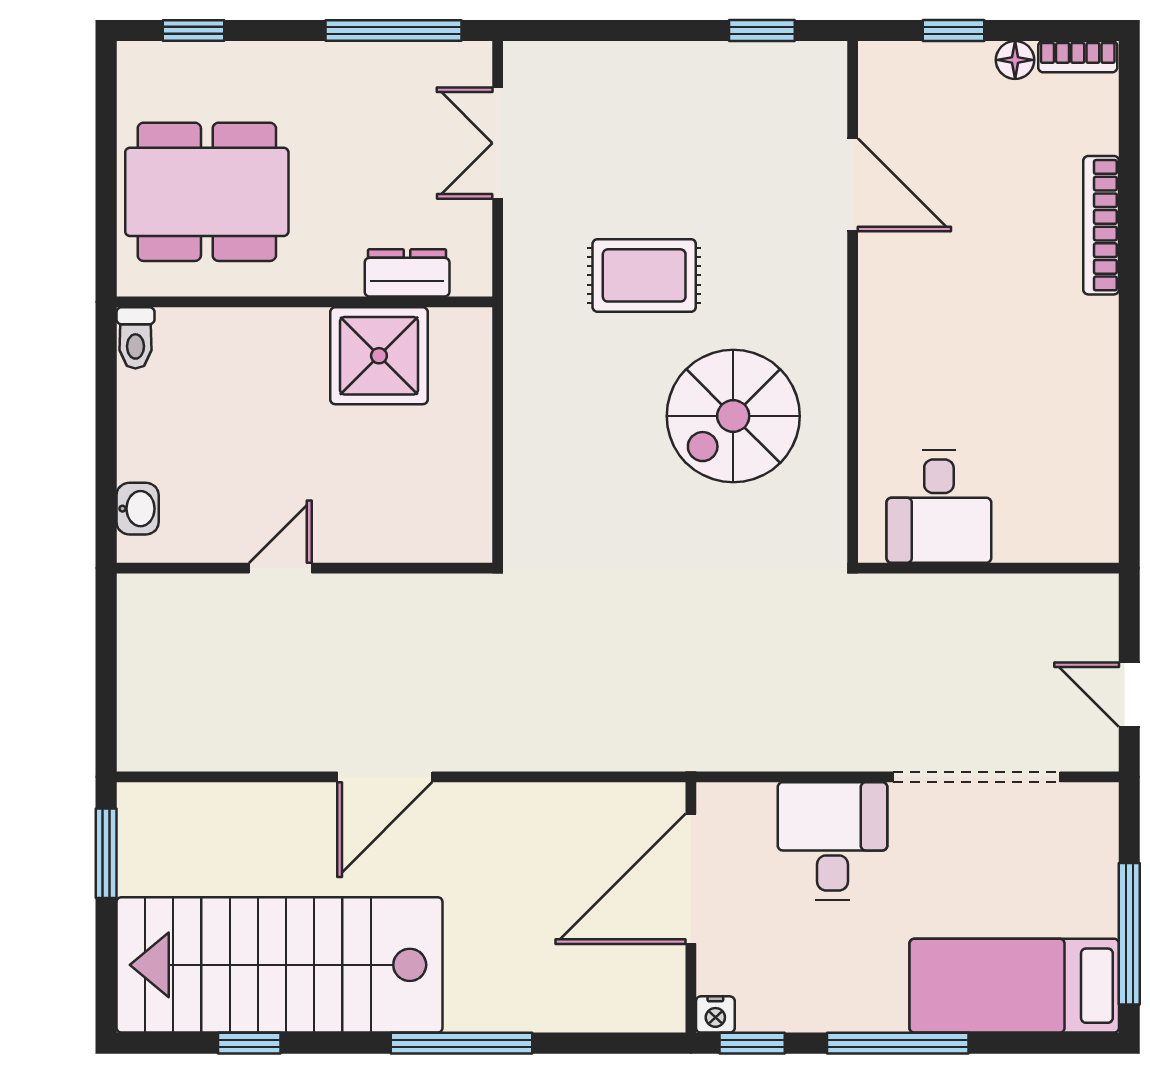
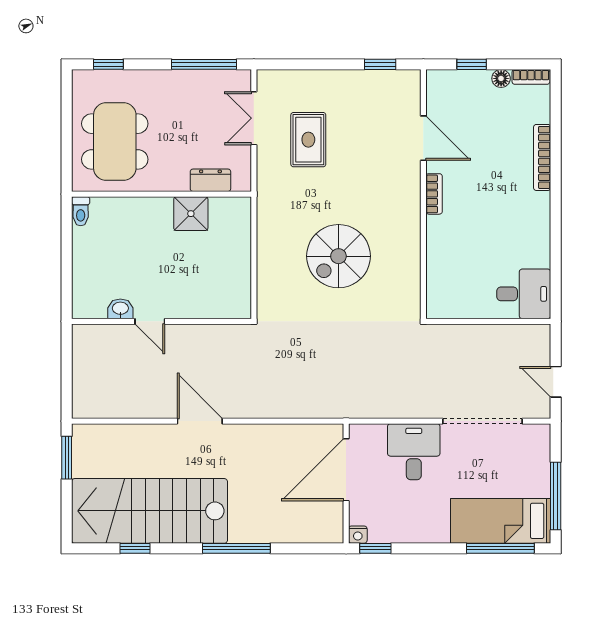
dining table: (207, 192) -> (115, 142), turned 90
rug: (644, 275) -> (308, 140), moved, turned 90
bookcase: (875, 302) -> (434, 194), added
shower: (379, 356) -> (191, 214), width x0.73, depth x0.73
spiral stairs: (733, 416) -> (338, 256), moved
desk: (939, 507) -> (524, 294), moved, turned -90
washbasin: (138, 509) -> (120, 309), moved, turned -90
door: (280, 568) -> (150, 321), swing flipped
door: (385, 777) -> (200, 421), swing flipped
window: (898, 1043) -> (500, 548), moved

